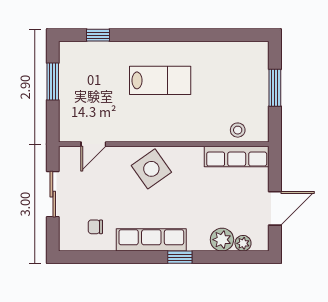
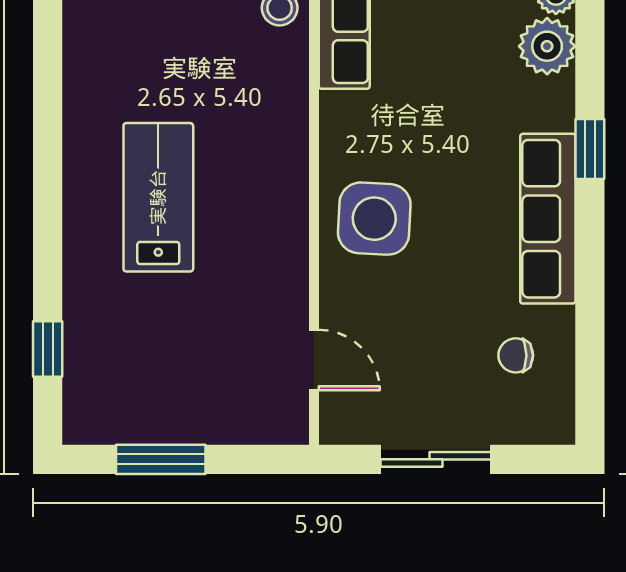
side table: (151, 169) -> (374, 219), turned 38
chair: (95, 227) -> (516, 355), turned 90

